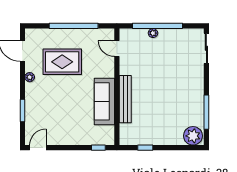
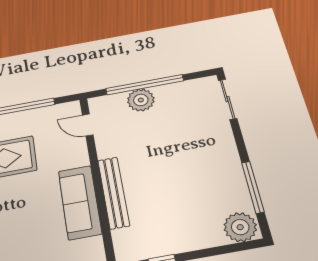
plant: (153, 33) -> (141, 100), width x1.88, depth x1.88

